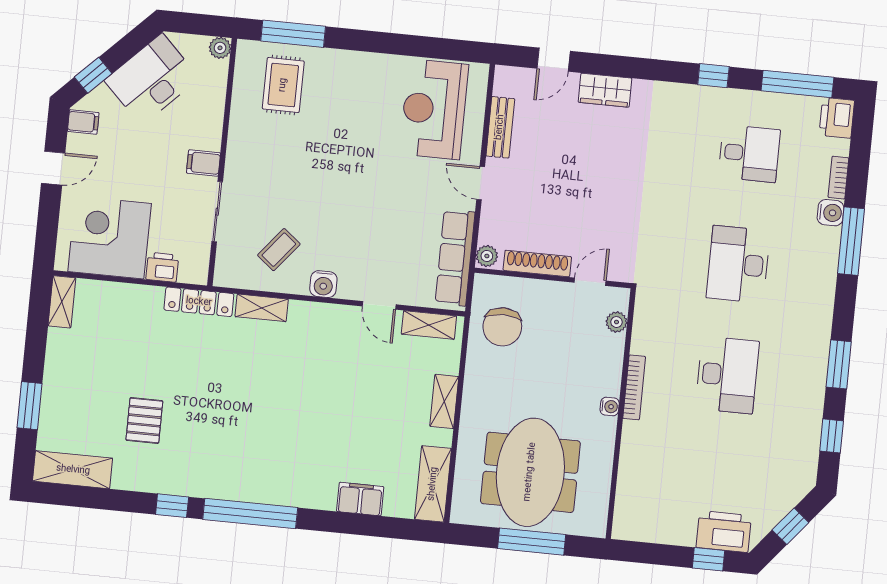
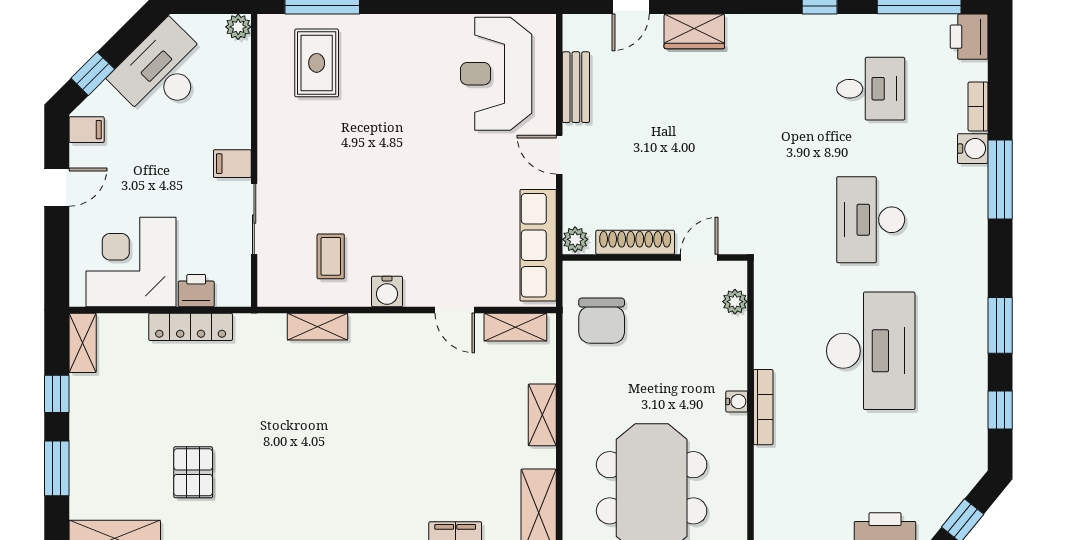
coffee table: (279, 250) -> (331, 256), turned -39
locker: (199, 302) -> (191, 327), moved
window: (36, 343) -> (57, 394), added
desk: (727, 375) -> (871, 351), width x1.36, depth x1.30
bookcase: (634, 387) -> (763, 407), moved

